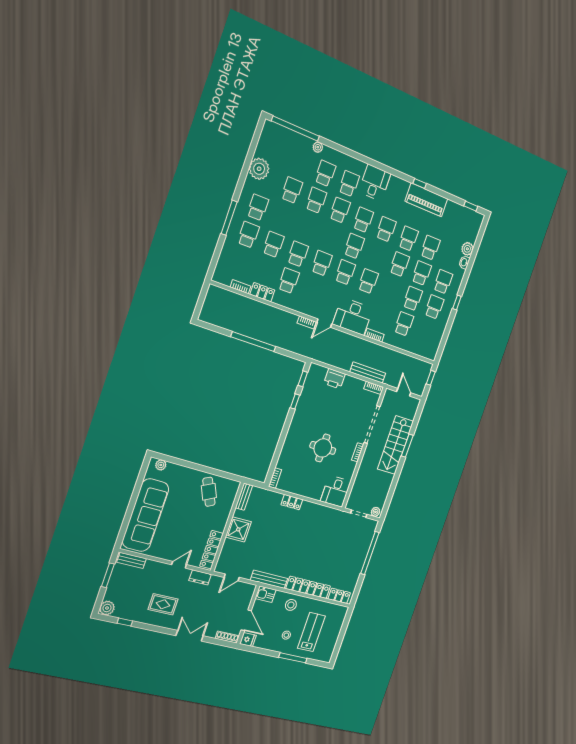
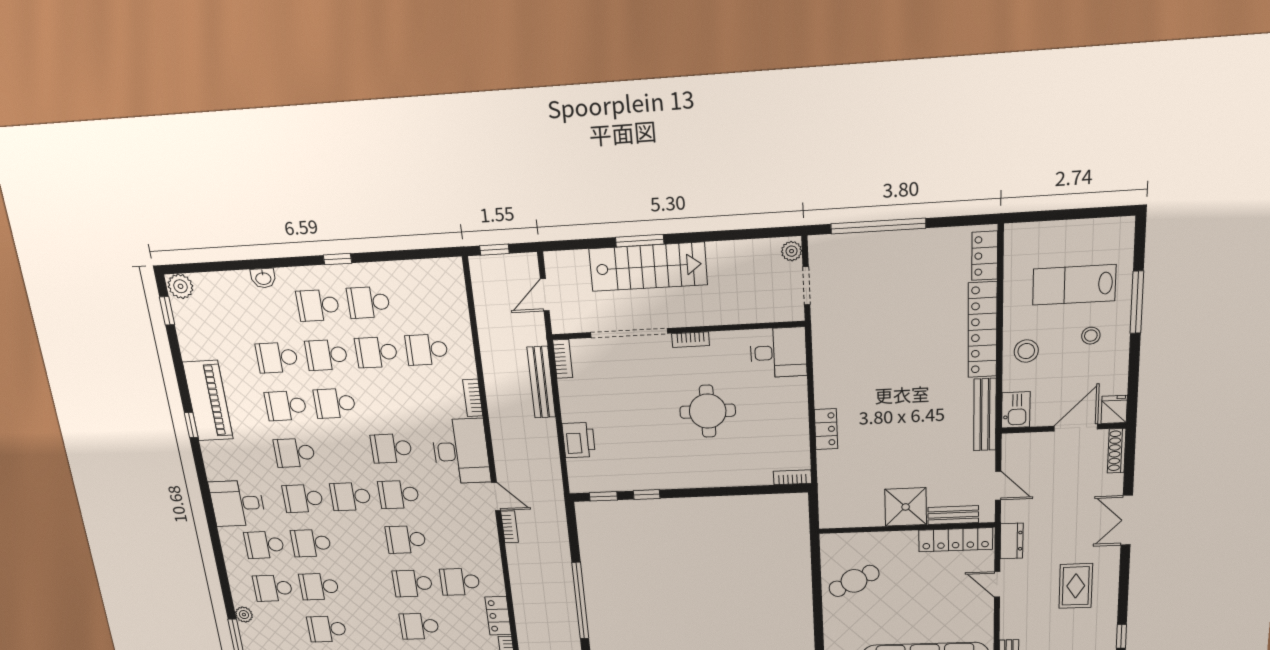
plant: (467, 249) -> (181, 286), moved
bench: (244, 497) -> (953, 515), moved

